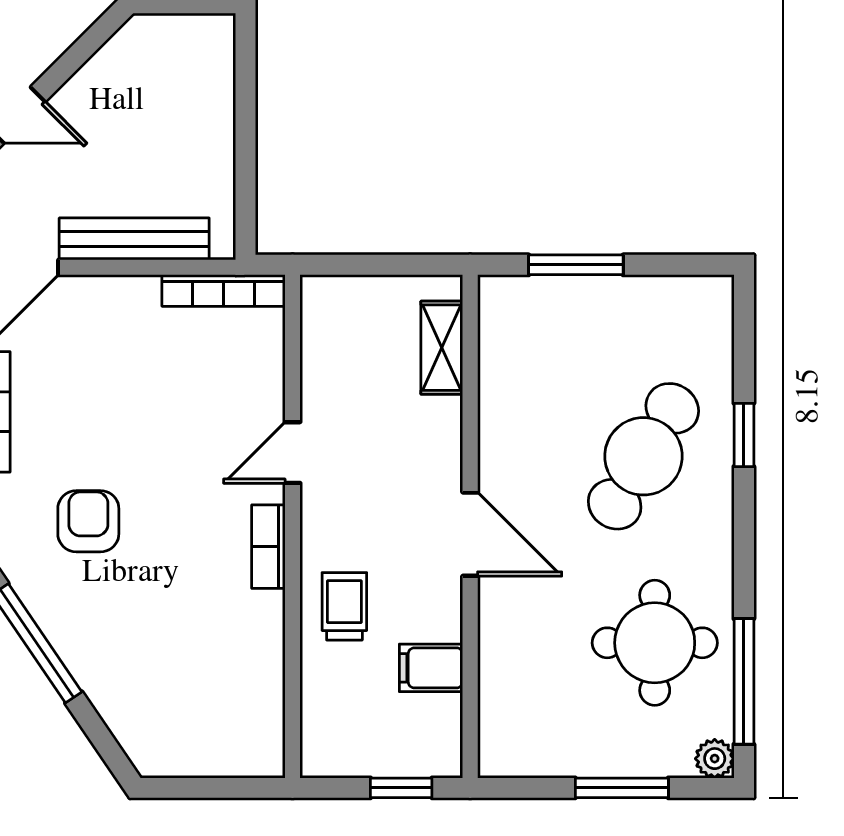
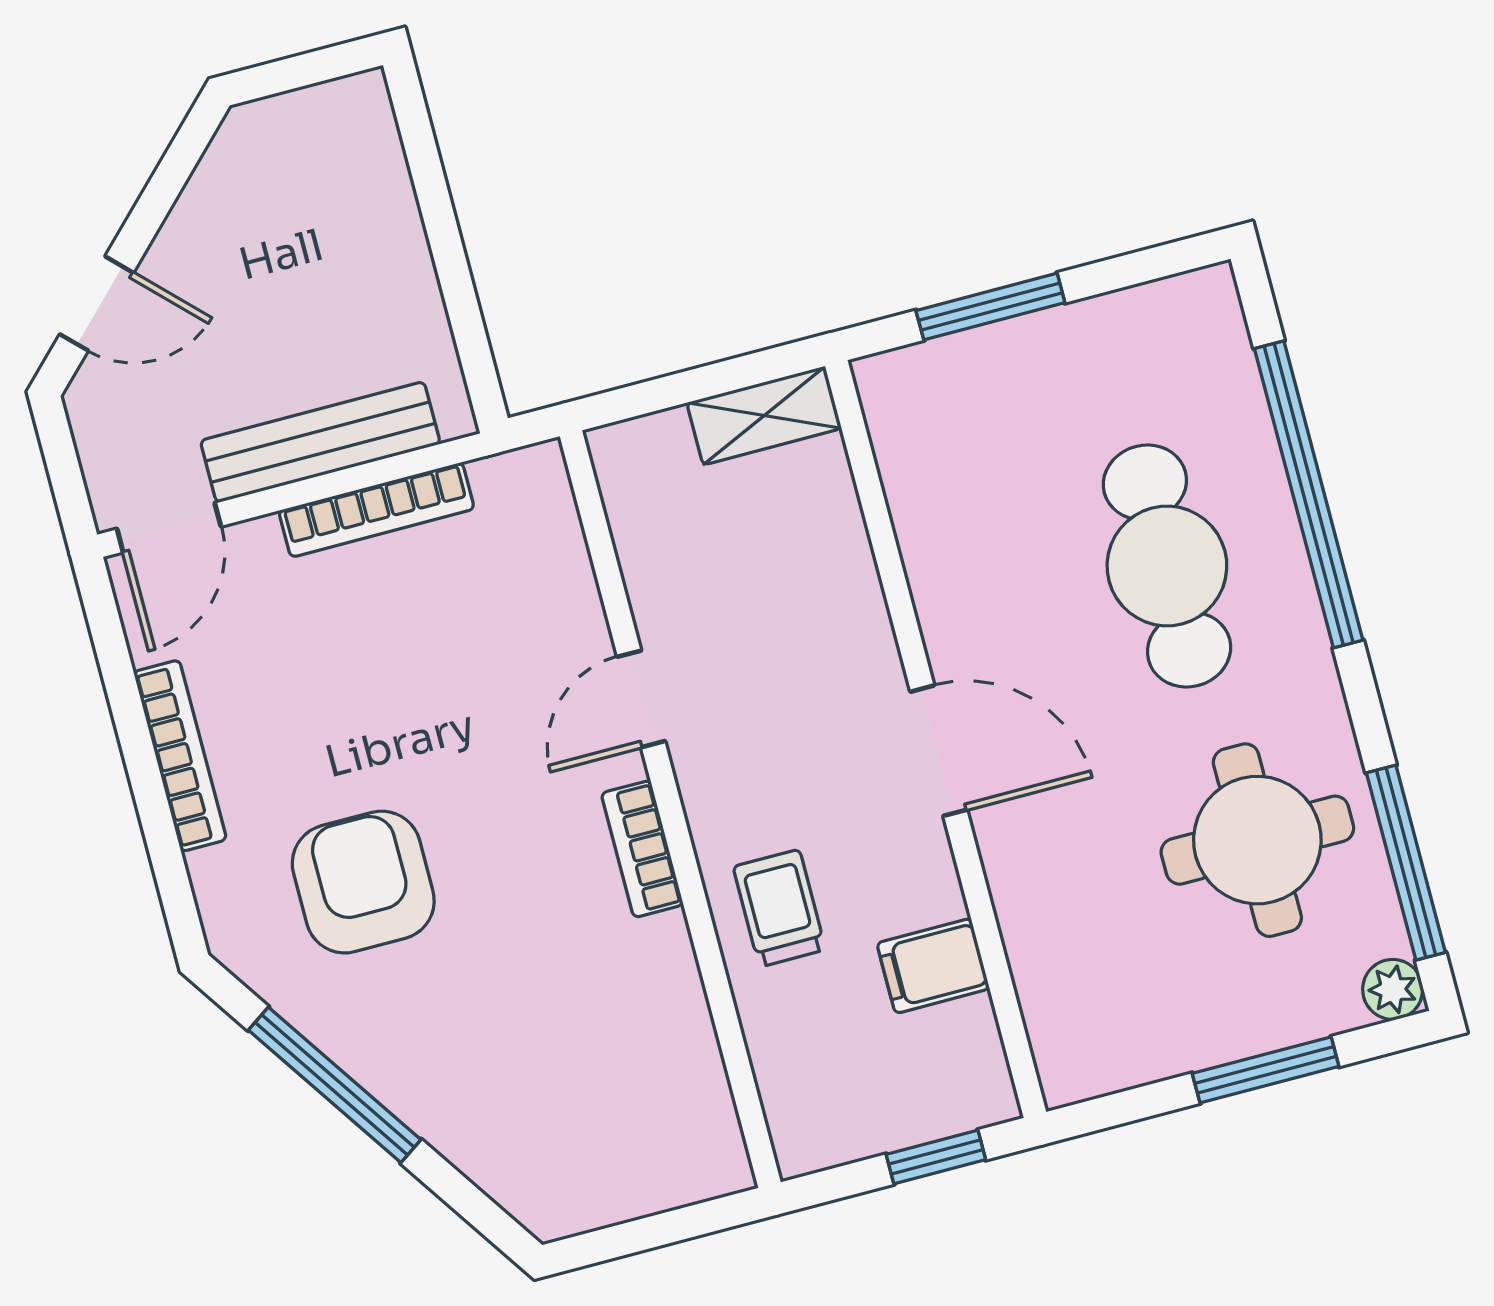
bookcase: (224, 290) -> (376, 510), moved
shelving: (442, 348) -> (764, 416), moved, turned 90
window: (744, 435) -> (1309, 494), width x3.17
cafe table: (643, 456) -> (1167, 566), turned -31
armchair: (88, 521) -> (363, 882), width x1.38, depth x1.38

